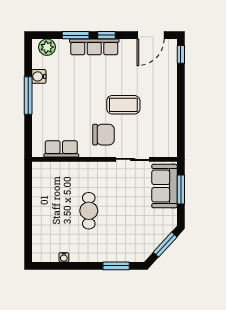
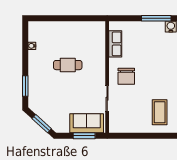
coffee table: (123, 105) -> (160, 112), moved

